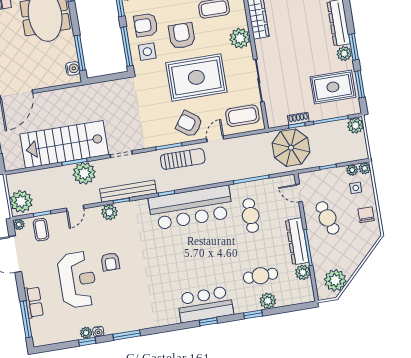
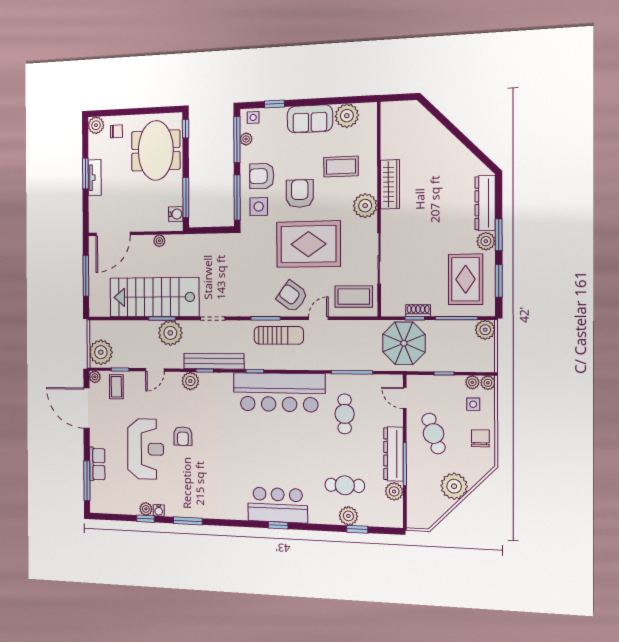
rug: (333, 87) -> (466, 279), turned 90
plant: (61, 94) -> (159, 241), added
plant: (335, 280) -> (454, 486), moved
window: (253, 314) -> (357, 529), moved

